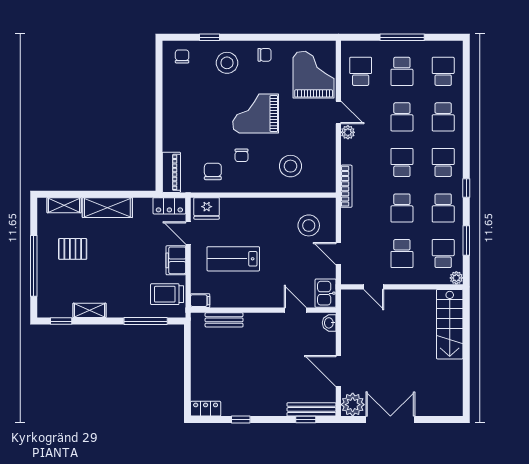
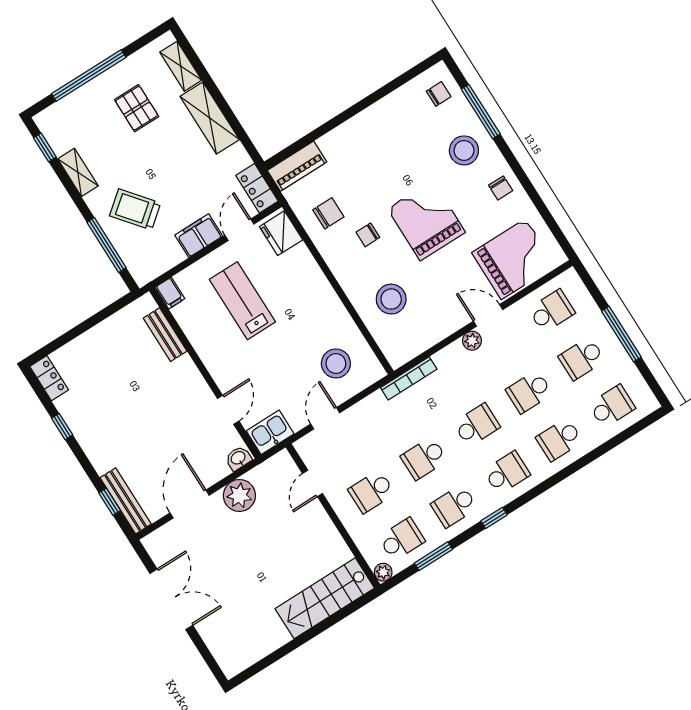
window: (209, 37) -> (481, 112), width x2.17
door: (338, 112) -> (488, 315), swing flipped
trolley: (167, 294) -> (135, 209), moved, turned -39
plant: (353, 405) -> (239, 495), moved

